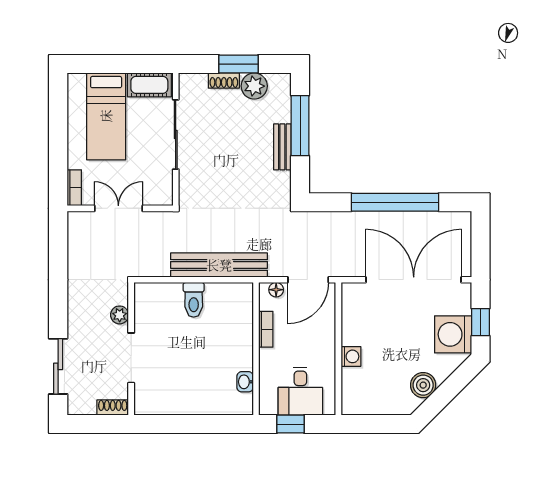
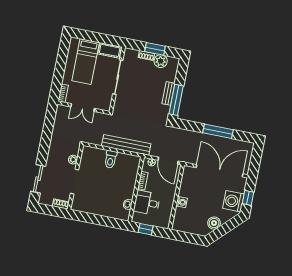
window: (300, 126) -> (176, 100), moved
window: (395, 202) -> (218, 131), width x0.68
double door: (118, 208) -> (83, 108), swing flipped
door: (308, 280) -> (168, 161), hinge flipped
desk: (300, 391) -> (147, 203), moved, turned 90

